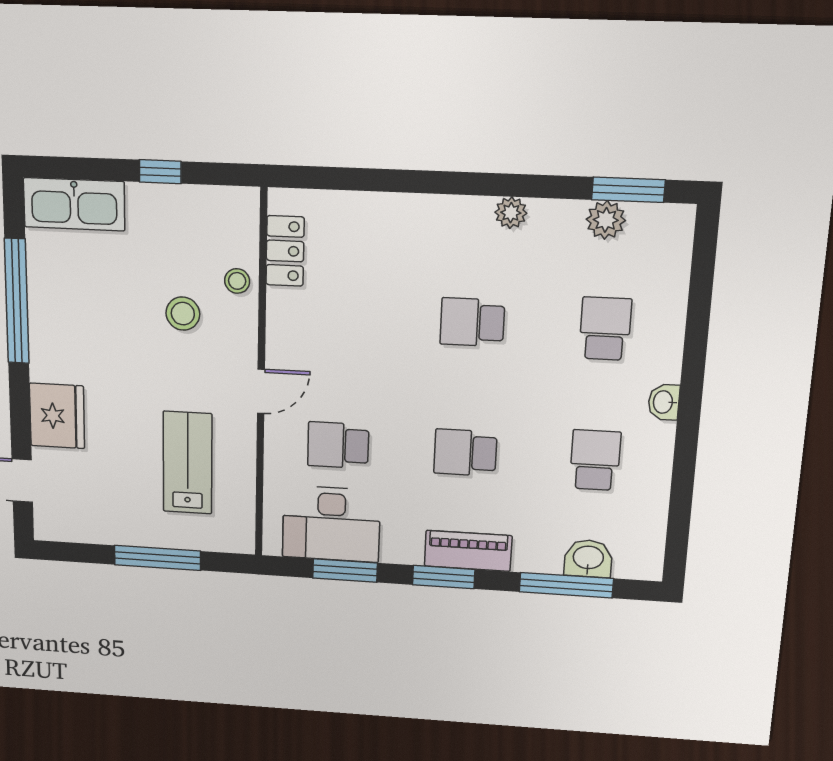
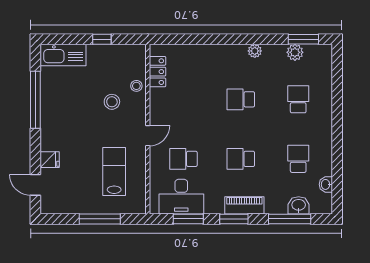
washbasin: (664, 402) -> (326, 184), moved
fridge: (57, 416) -> (50, 160), width x0.53, depth x0.75

